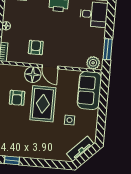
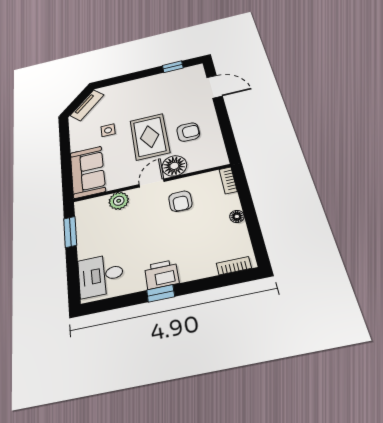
plant: (93, 63) -> (119, 201), moved
door: (50, 67) -> (152, 183), hinge flipped
armchair: (17, 98) -> (188, 132), turned 90

